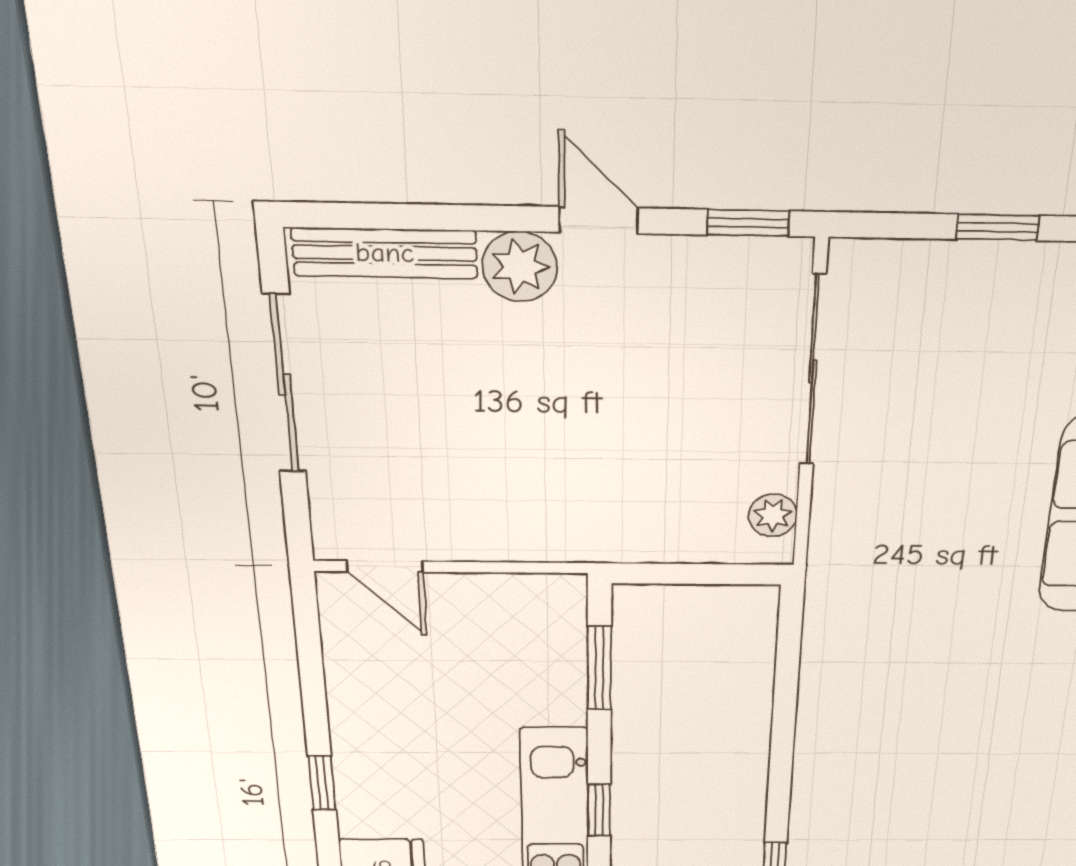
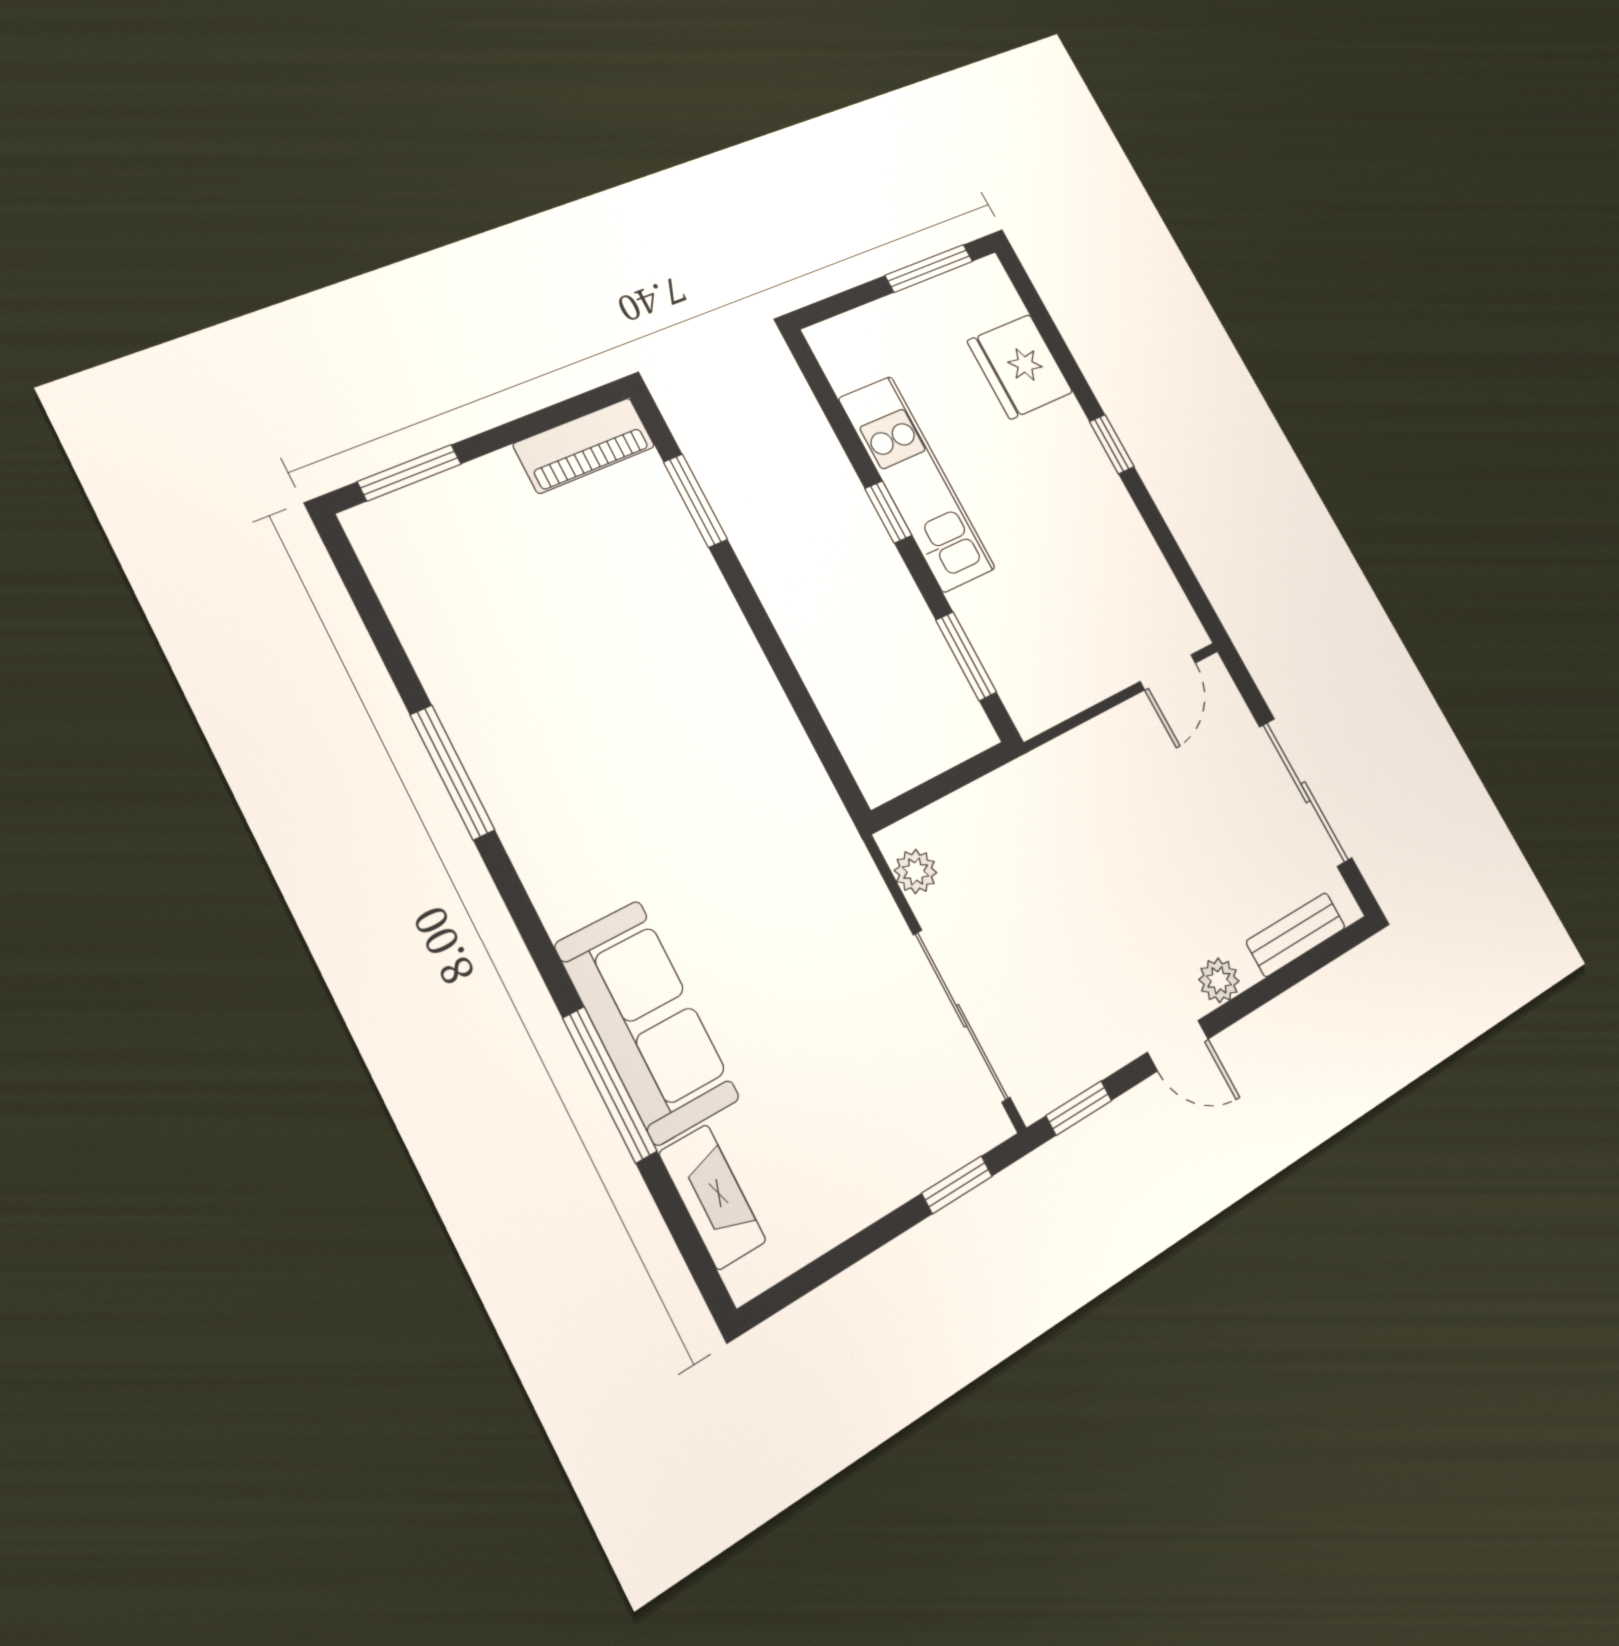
window: (998, 227) -> (957, 1185), moved
bench: (385, 253) -> (1296, 934), width x0.73
plant: (520, 267) -> (1219, 980), width x0.73, depth x0.73
door: (385, 566) -> (1168, 672), swing flipped

